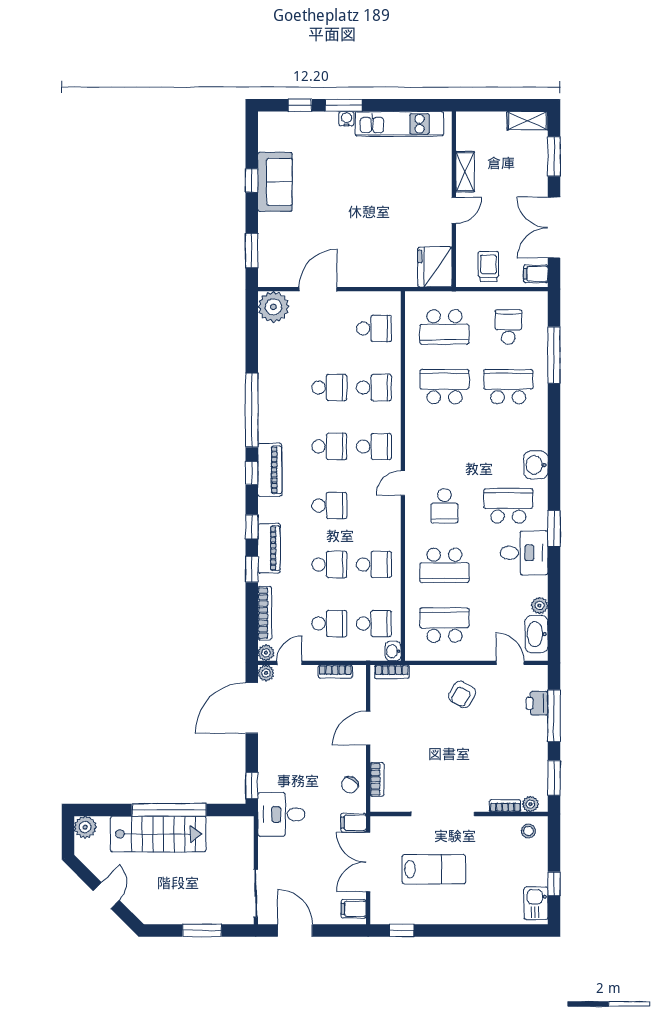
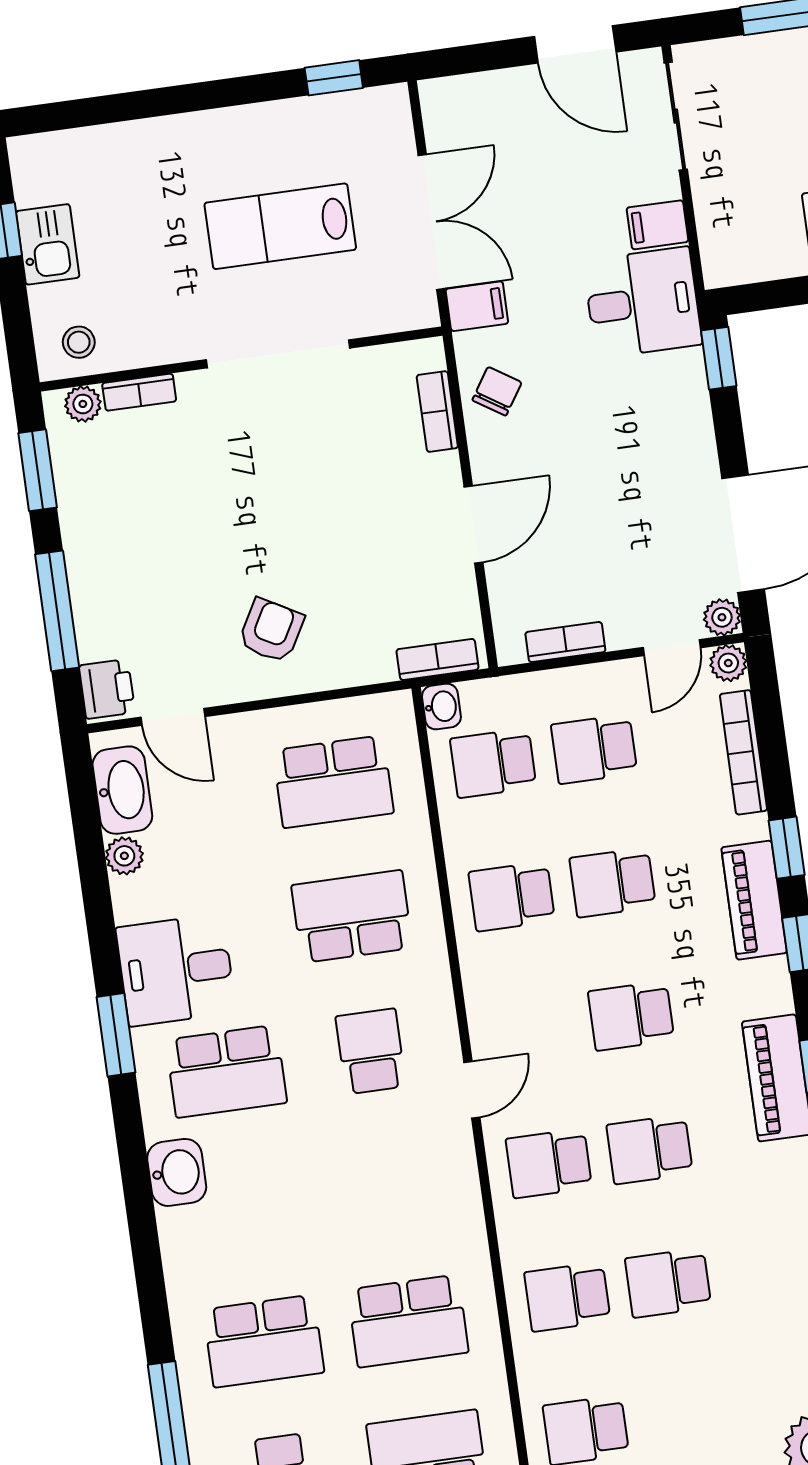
printer: (537, 703) -> (107, 689), moved
kitchen sink: (536, 903) -> (48, 244), moved
filing cabinet: (354, 909) -> (657, 225), moved, turned 180

